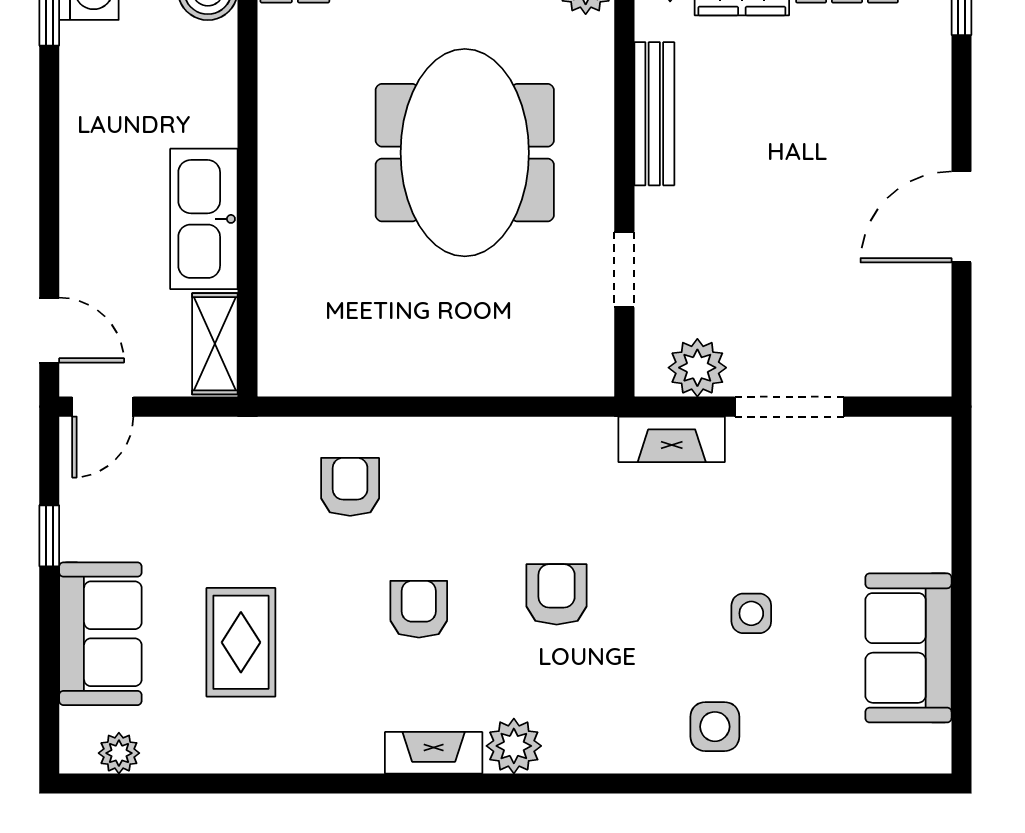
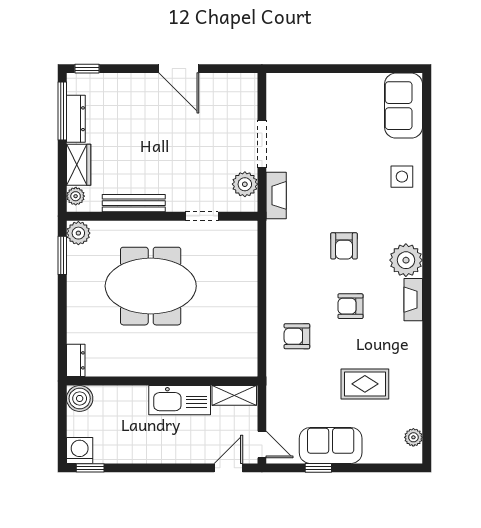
armchair: (557, 594) -> (344, 246), turned -90
side table: (751, 613) -> (352, 161), removed
sofa: (100, 634) -> (331, 445), moved
sofa: (908, 648) -> (404, 106), moved, turned 90
plant: (514, 746) -> (406, 260), width x1.36, depth x1.36

